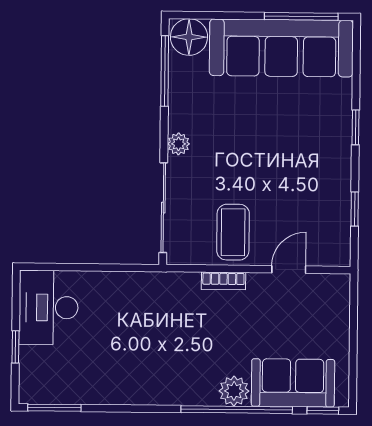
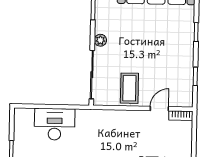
bookcase: (223, 281) -> (181, 116), moved
desk: (49, 308) -> (55, 124), moved, turned 90

